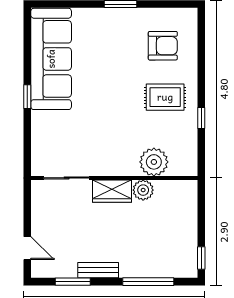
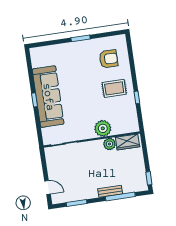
sofa: (51, 59) -> (48, 97), moved
plant: (154, 162) -> (103, 128), moved
wardrobe: (112, 191) -> (128, 142), moved
bench: (98, 270) -> (110, 191), moved

